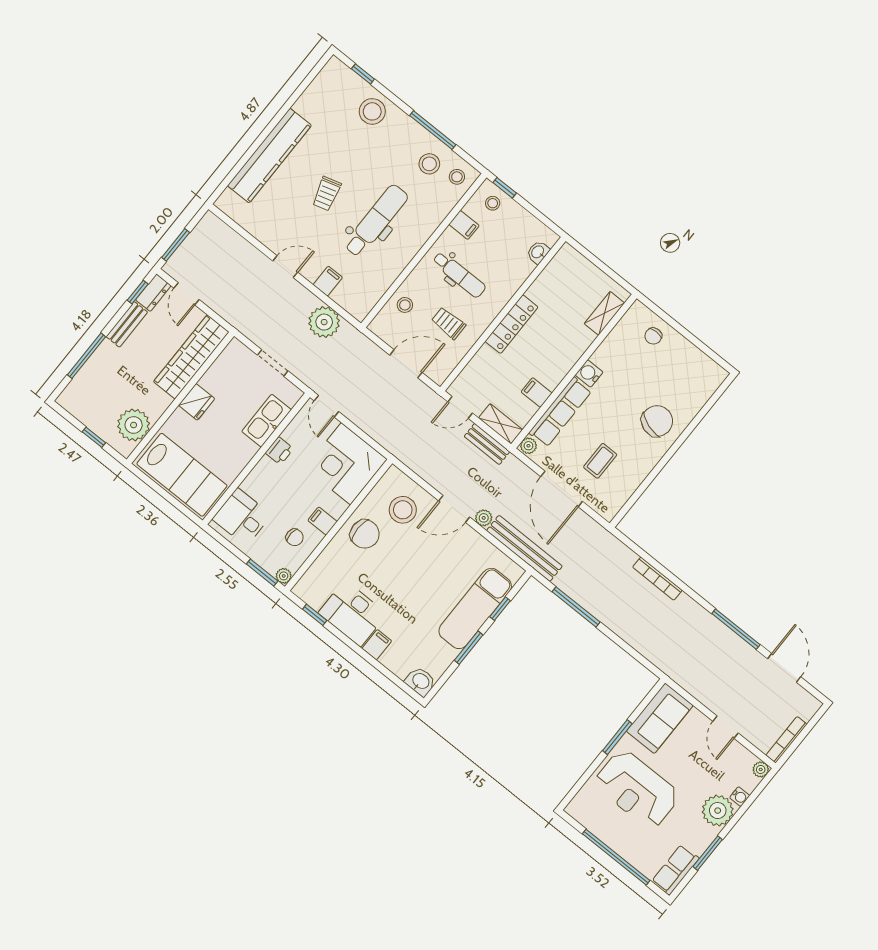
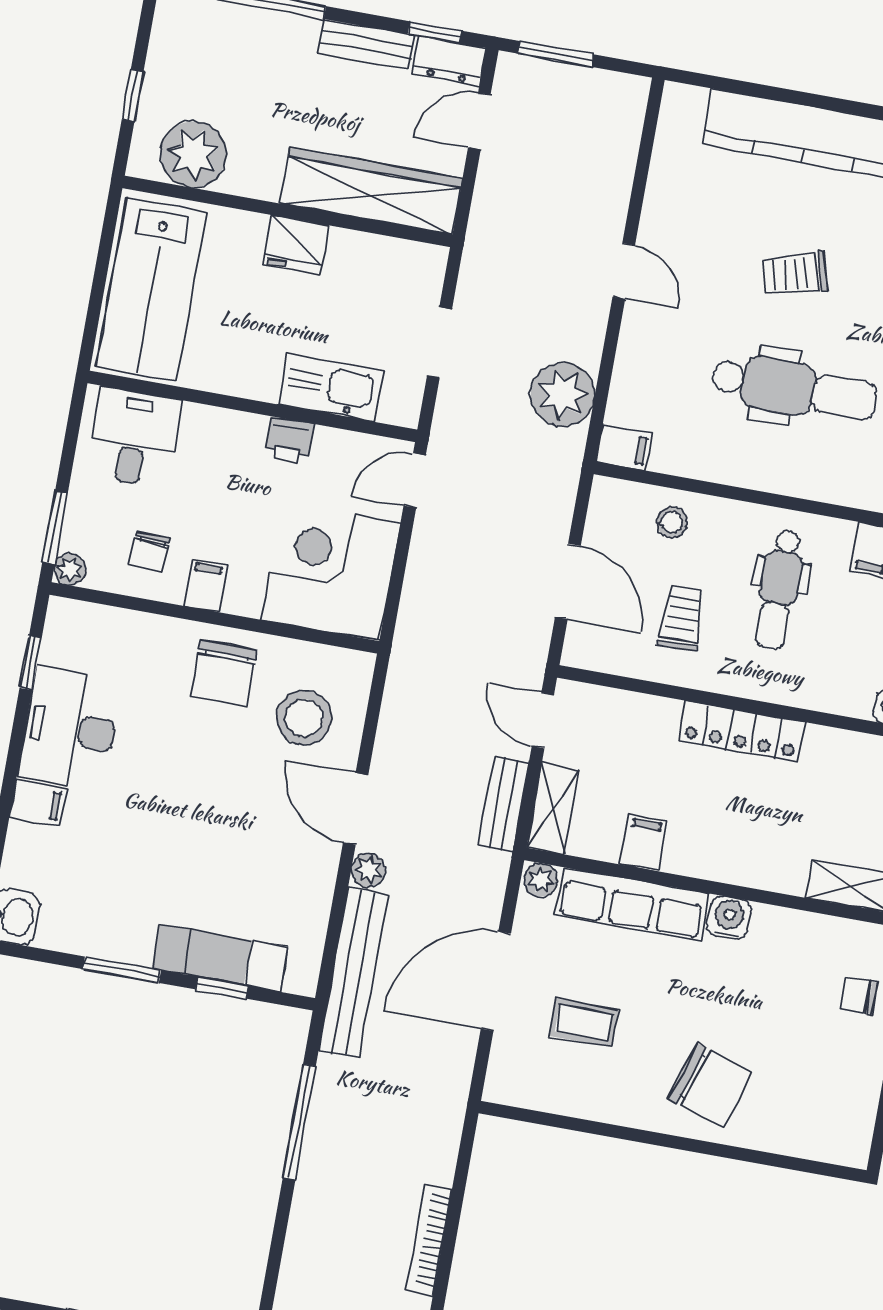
filing cabinet: (328, 281) -> (624, 448), moved
exam couch: (475, 608) -> (220, 958), width x0.73, depth x0.69

